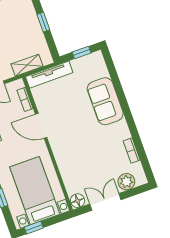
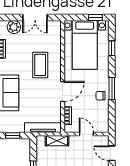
door: (41, 126) -> (63, 92), hinge flipped
coffee table: (79, 148) -> (40, 65), added
floor lamp: (78, 201) -> (55, 26), removed

